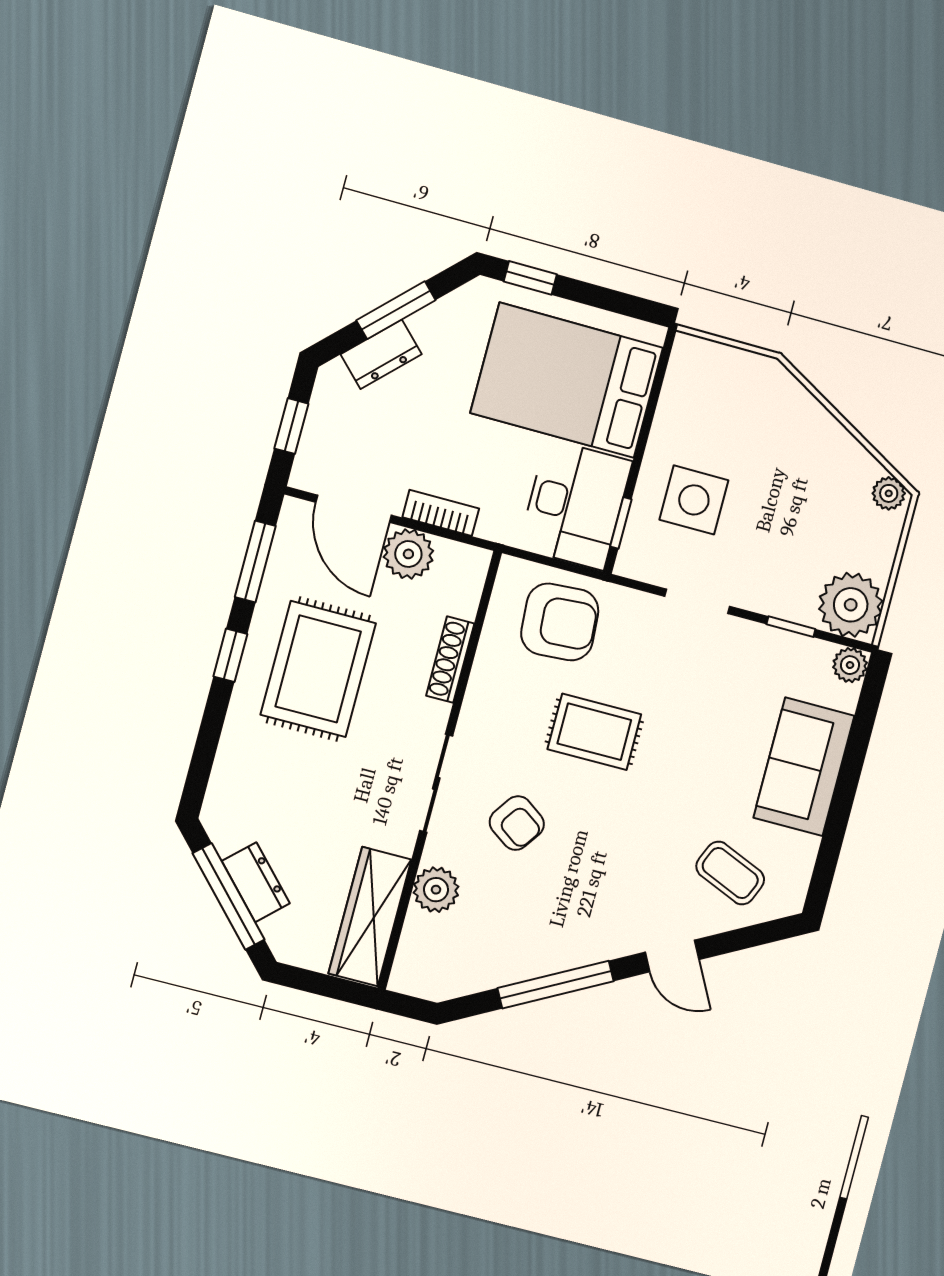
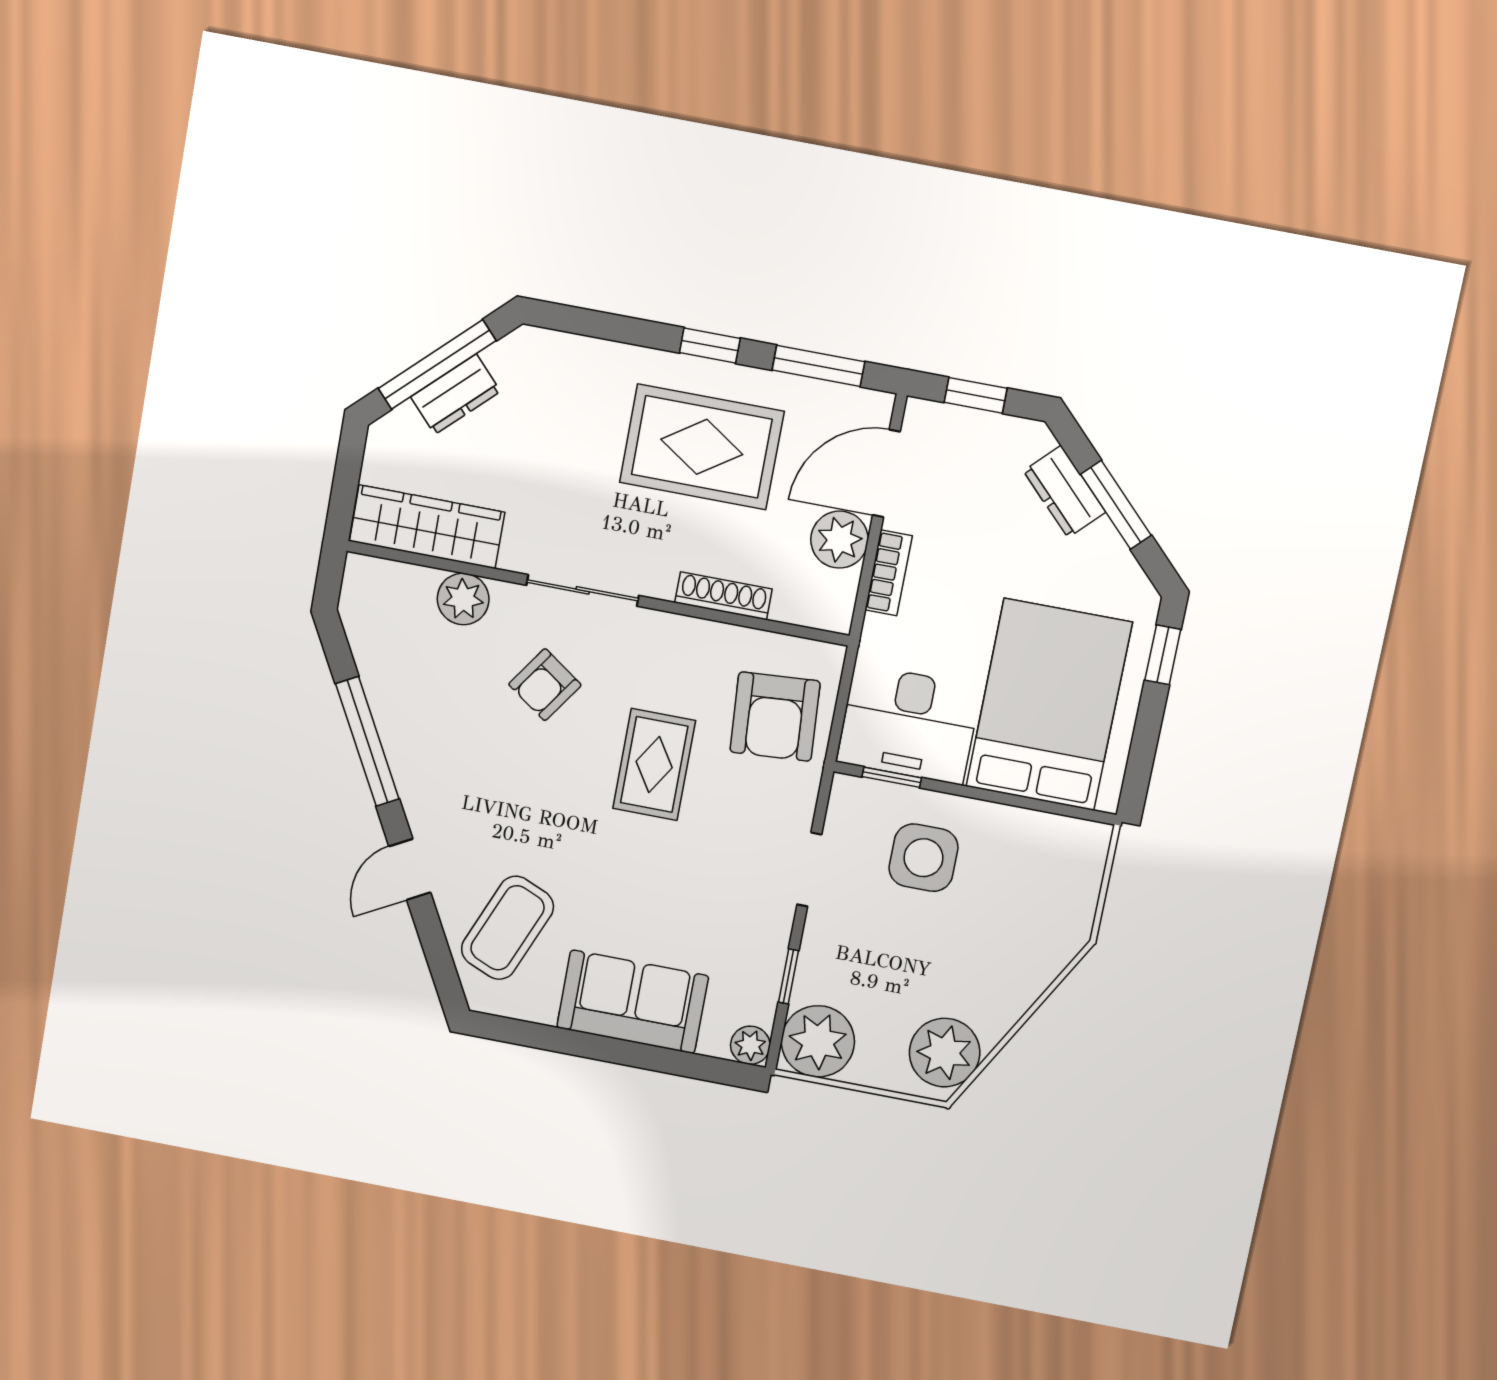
plant: (889, 493) -> (945, 1053), width x1.88, depth x1.88
coffee table: (730, 873) -> (507, 928), width x1.36, depth x1.30

